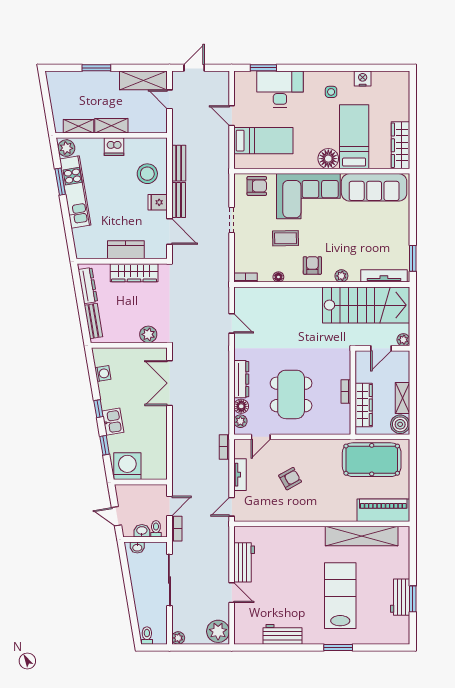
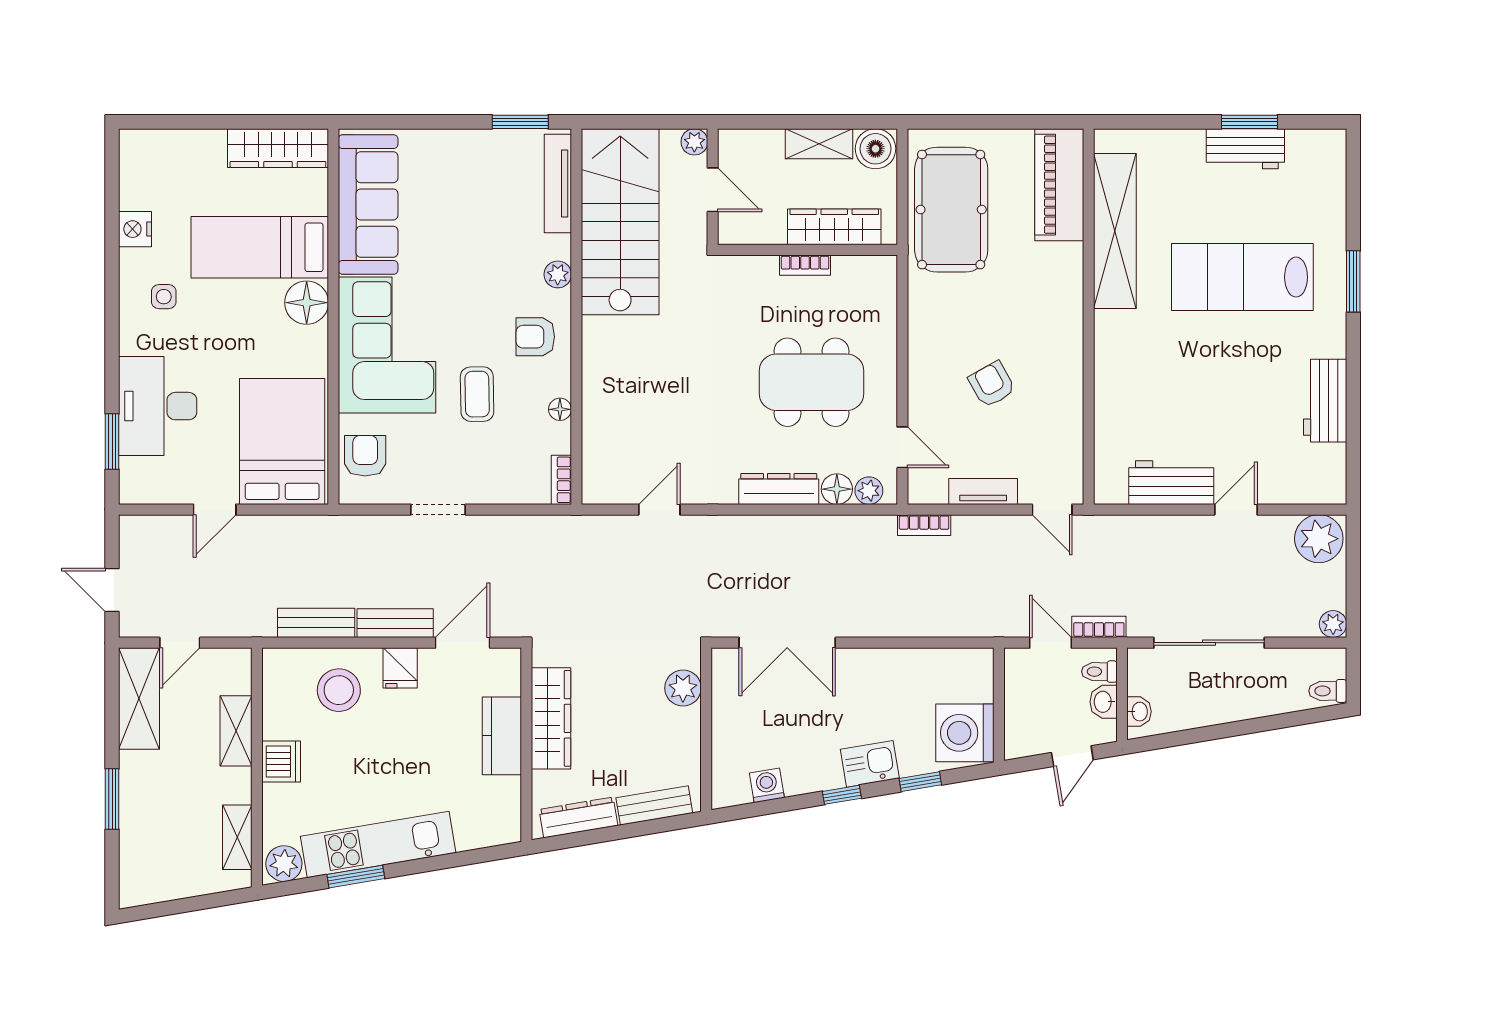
shelving: (111, 126) -> (236, 731), moved
bed: (263, 141) -> (282, 442), width x1.50

